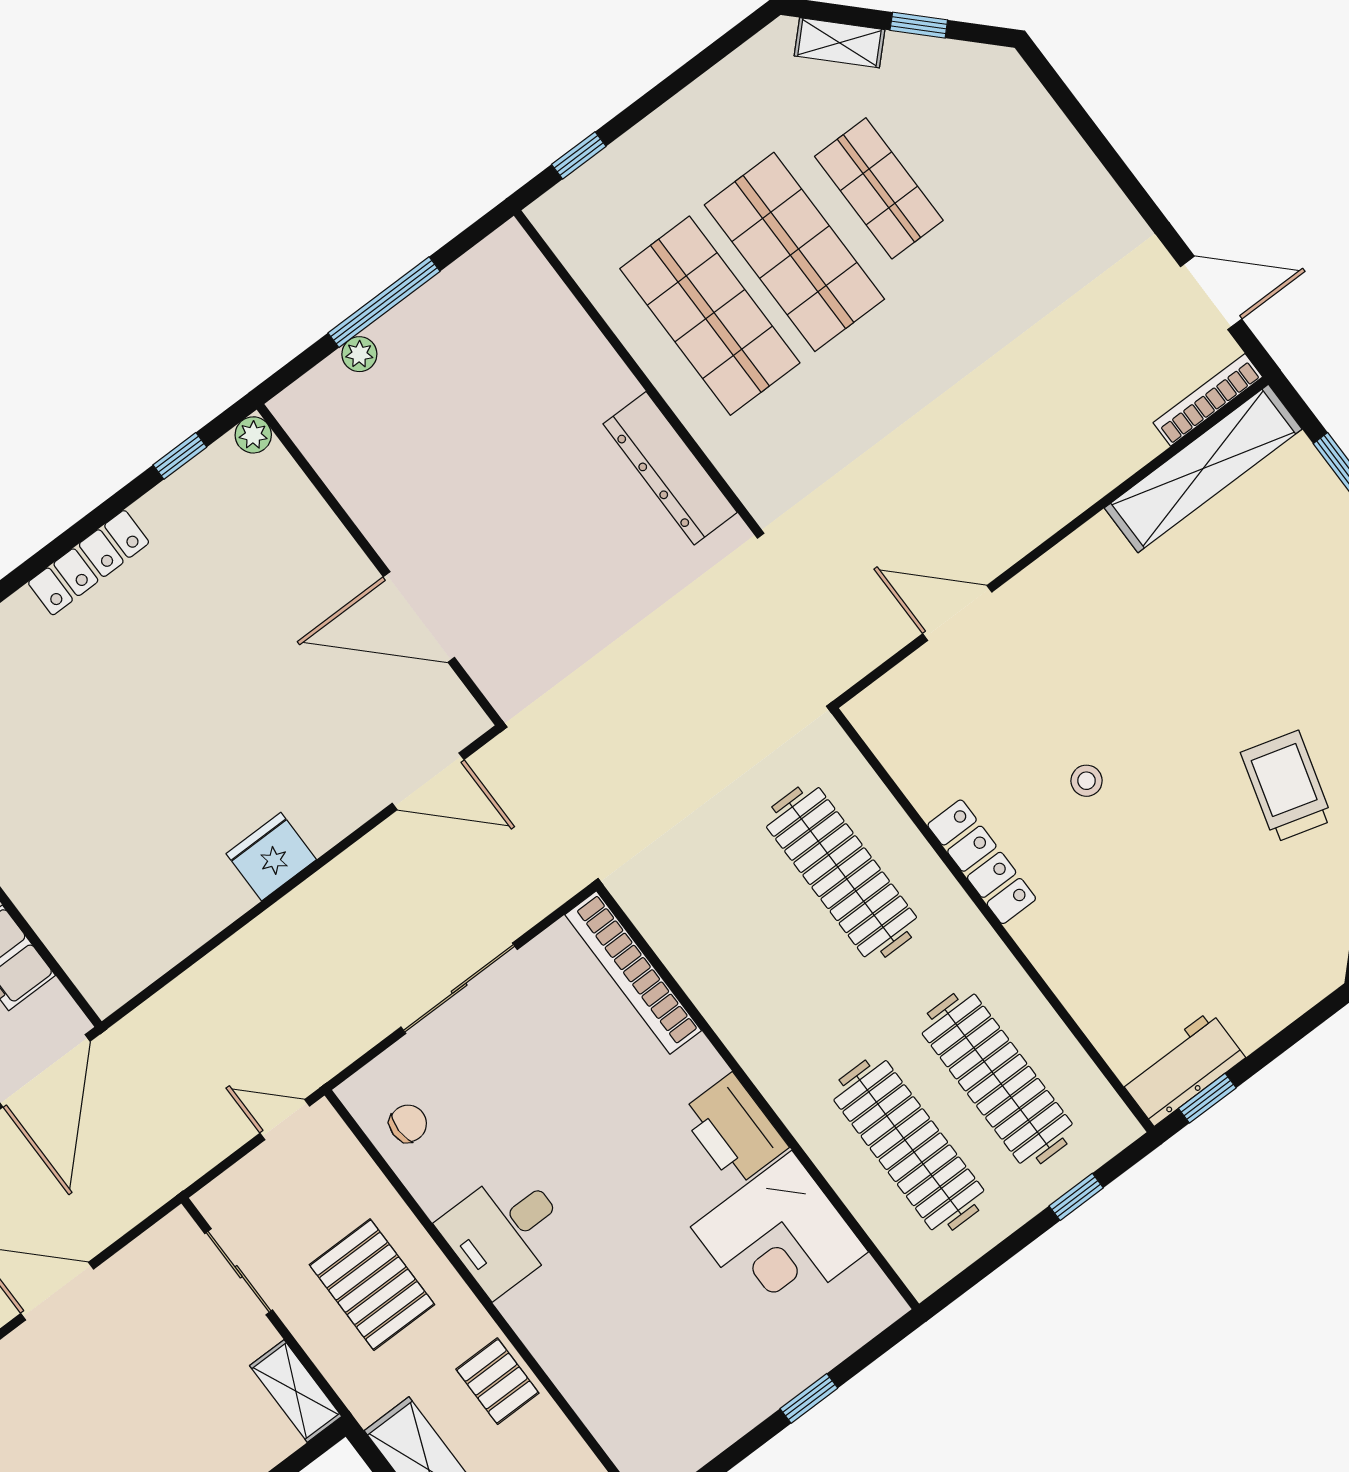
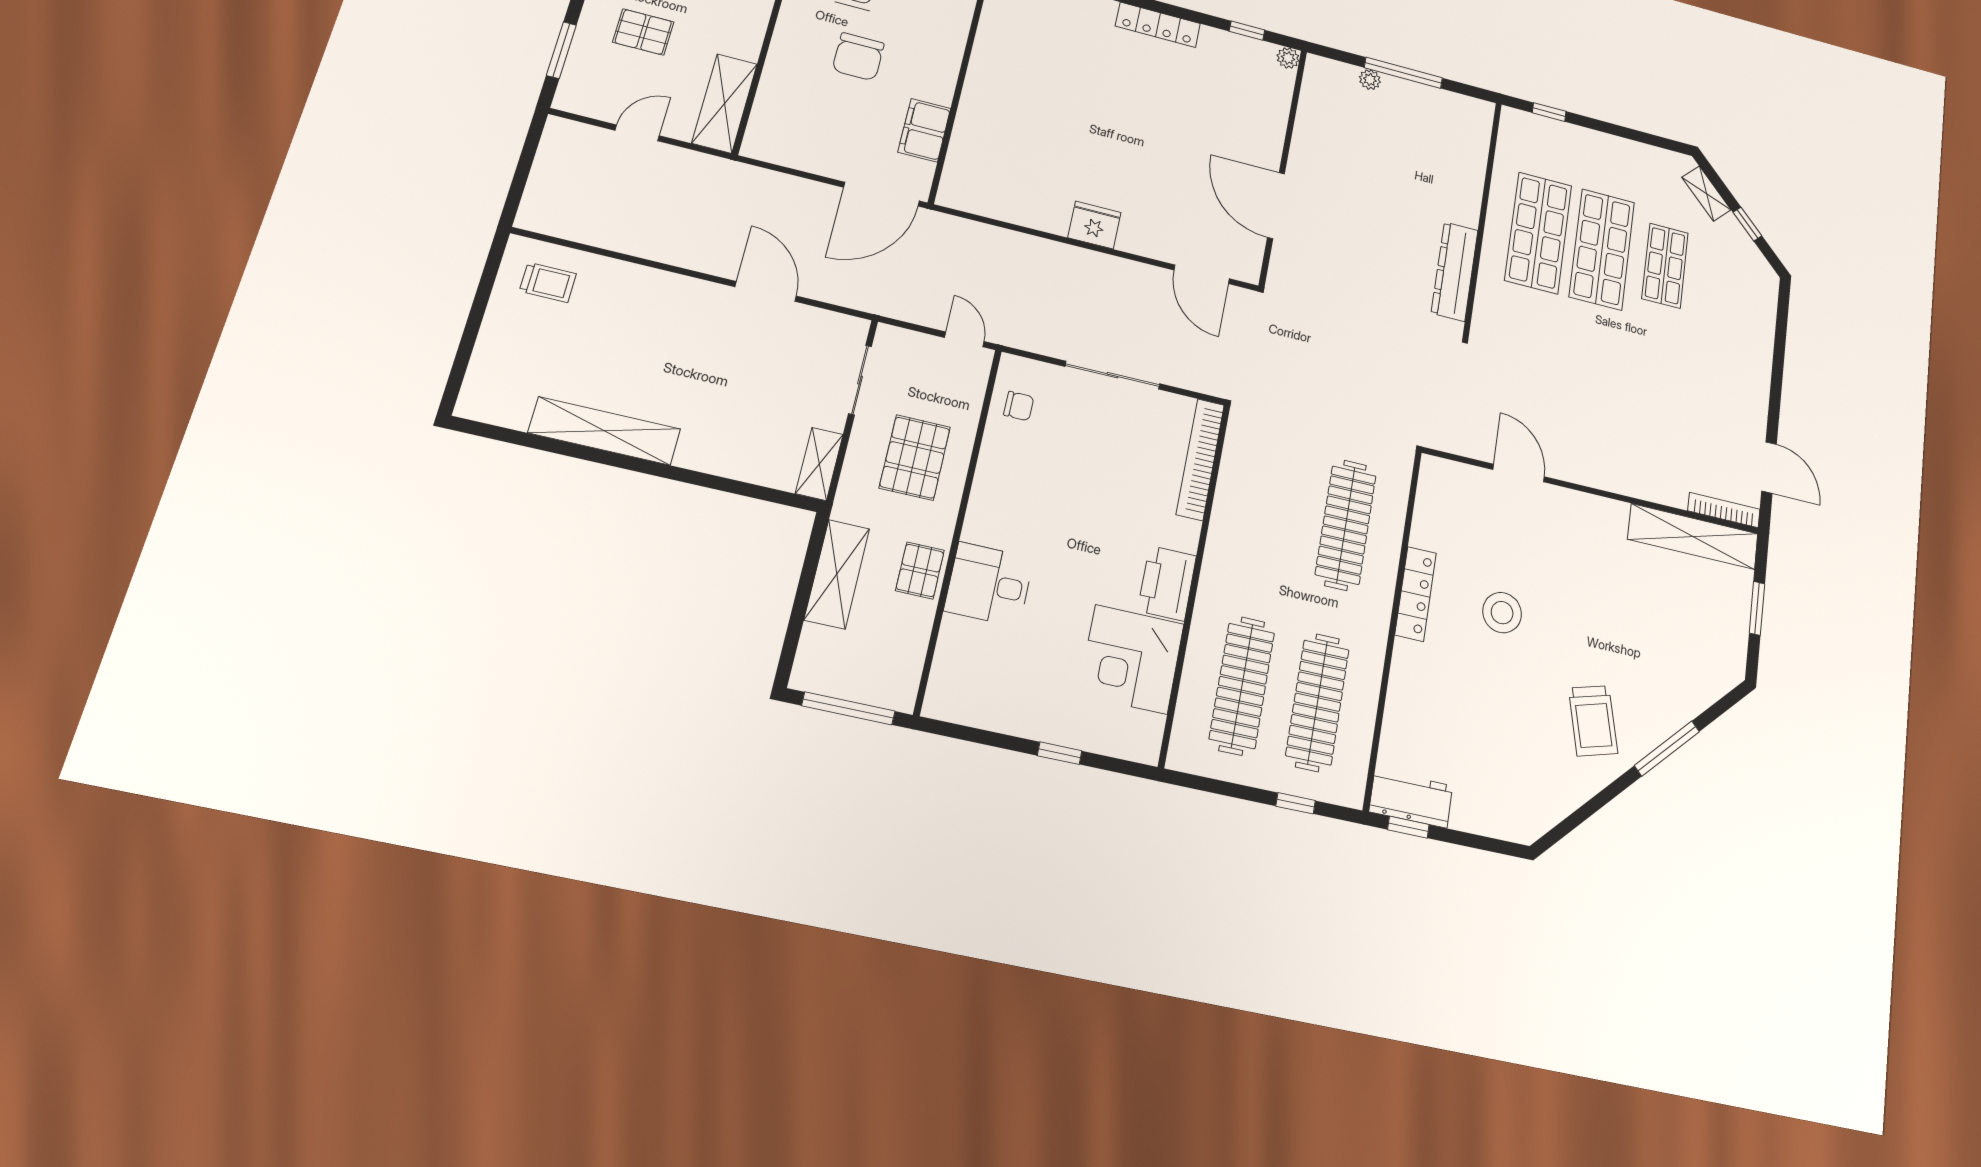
stool: (1087, 781) -> (1502, 613), width x1.89, depth x1.89
trolley: (1287, 786) -> (1593, 721), turned 149
desk: (505, 1231) -> (989, 584), moved

